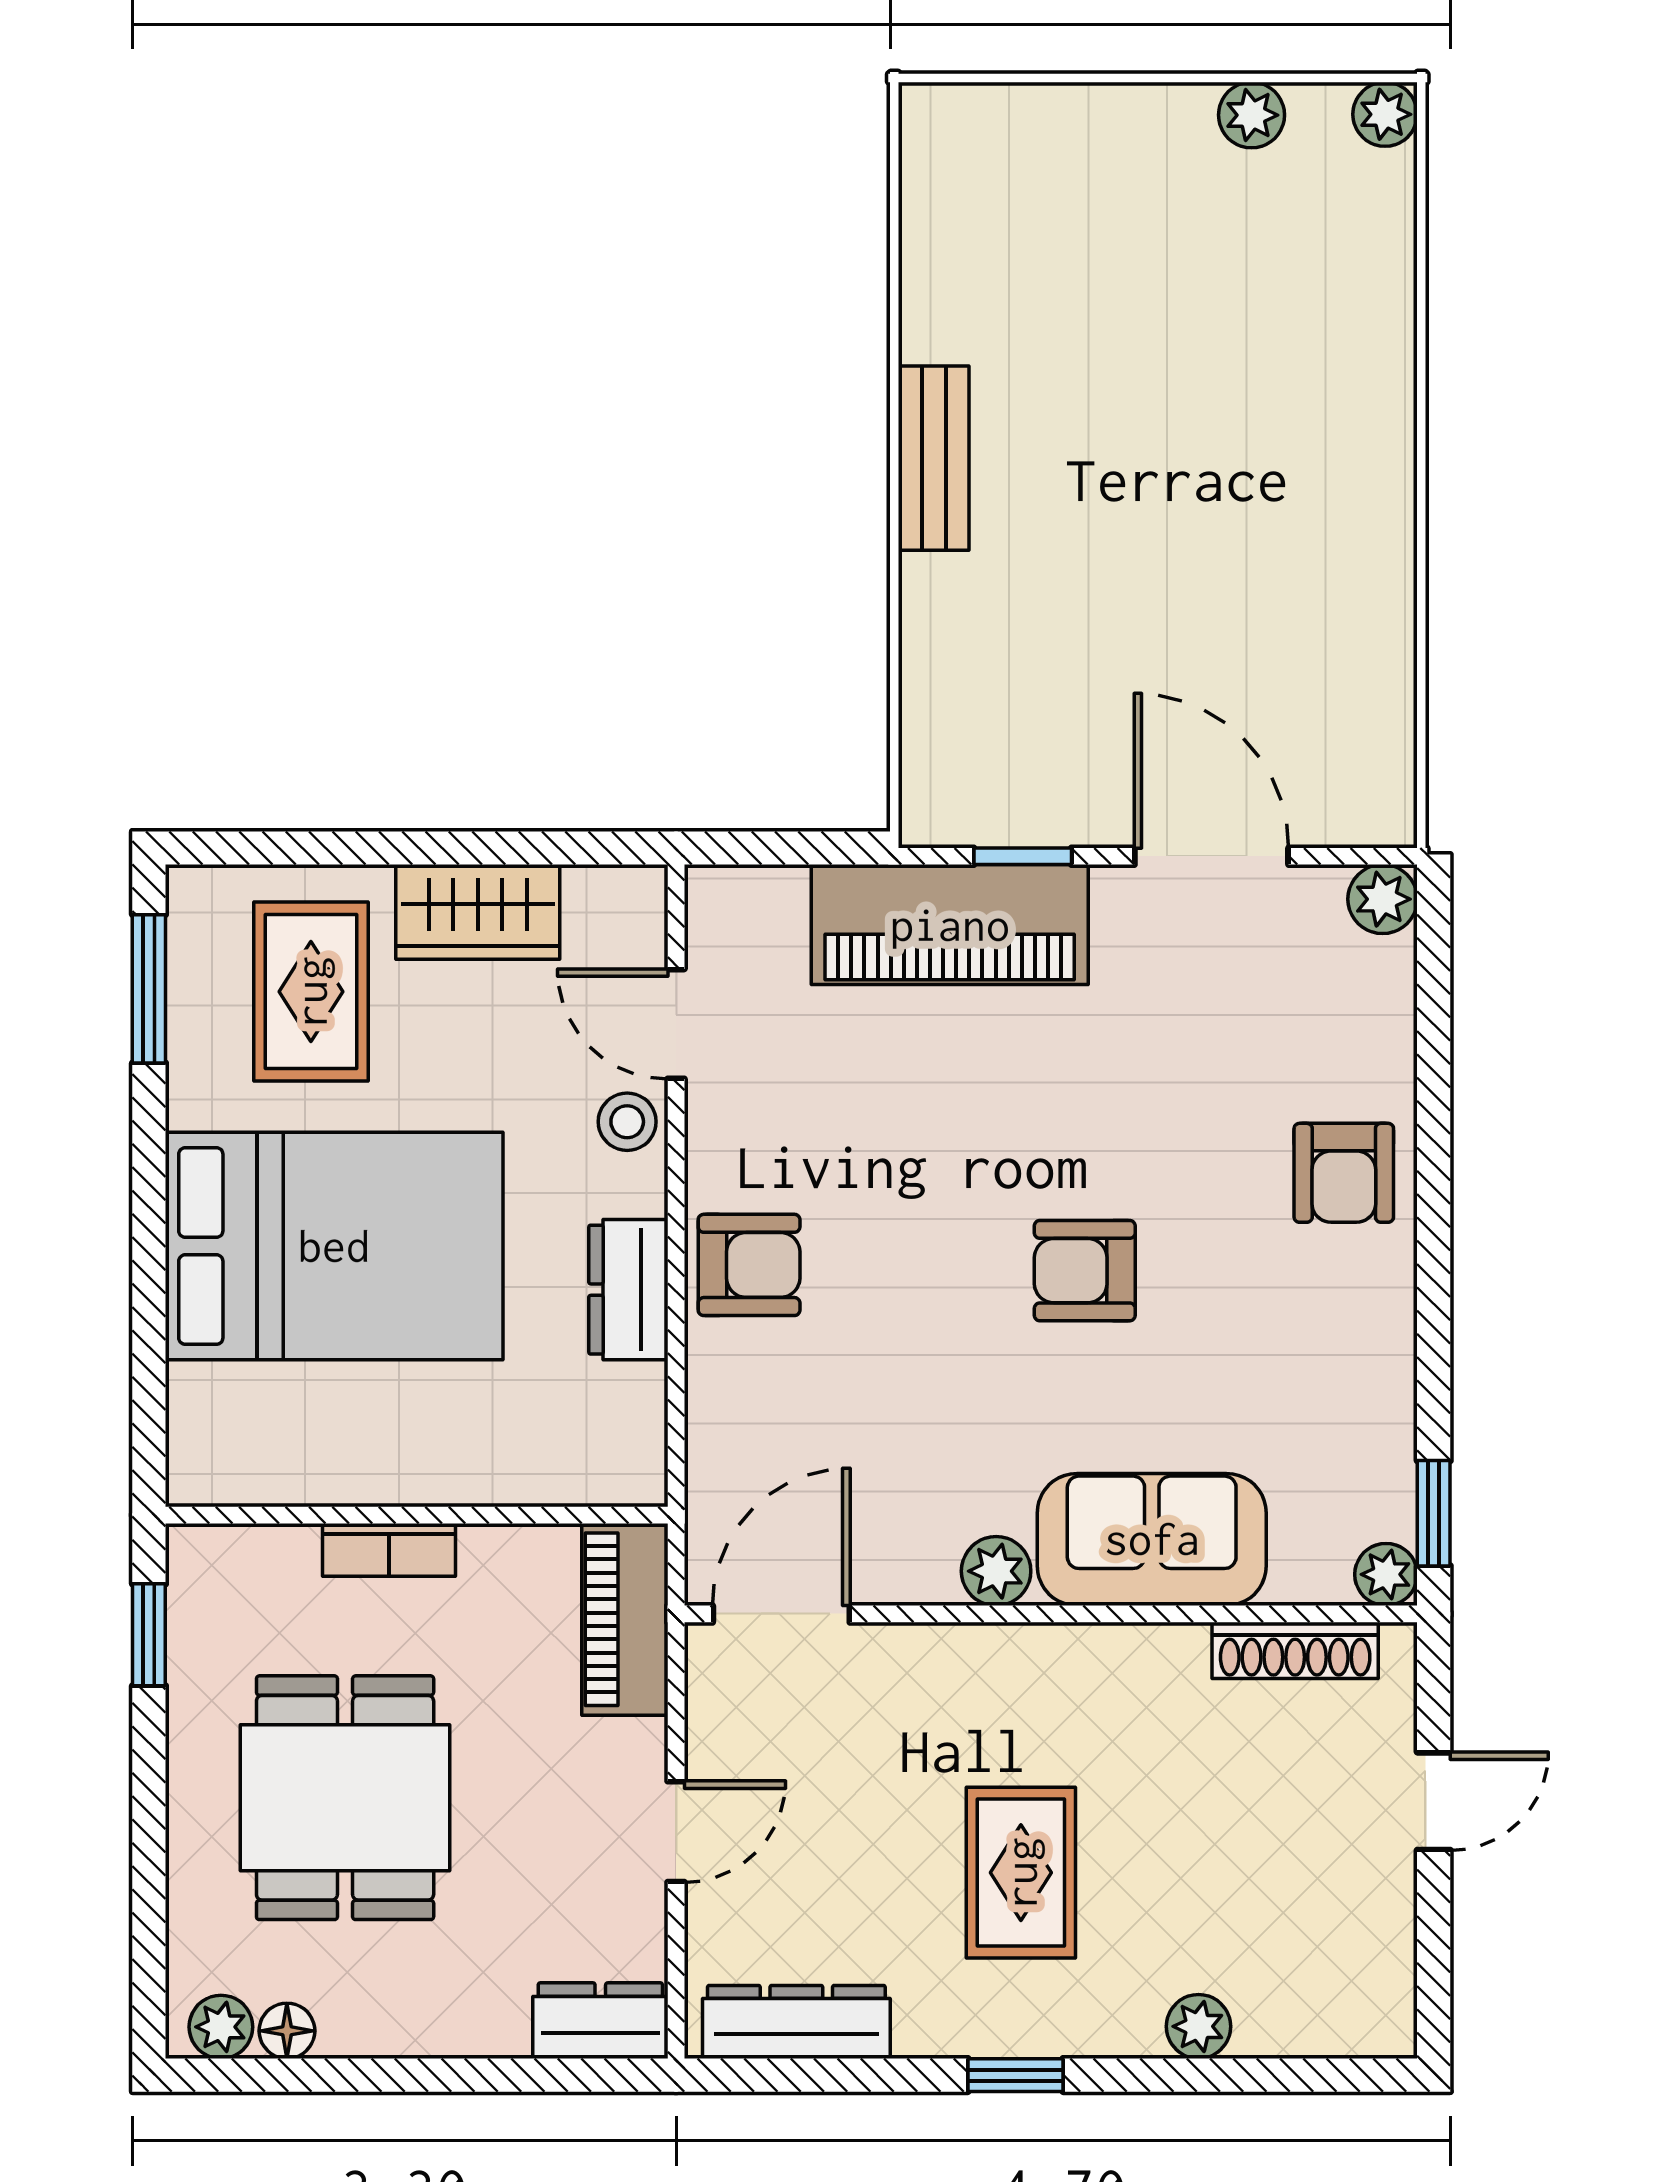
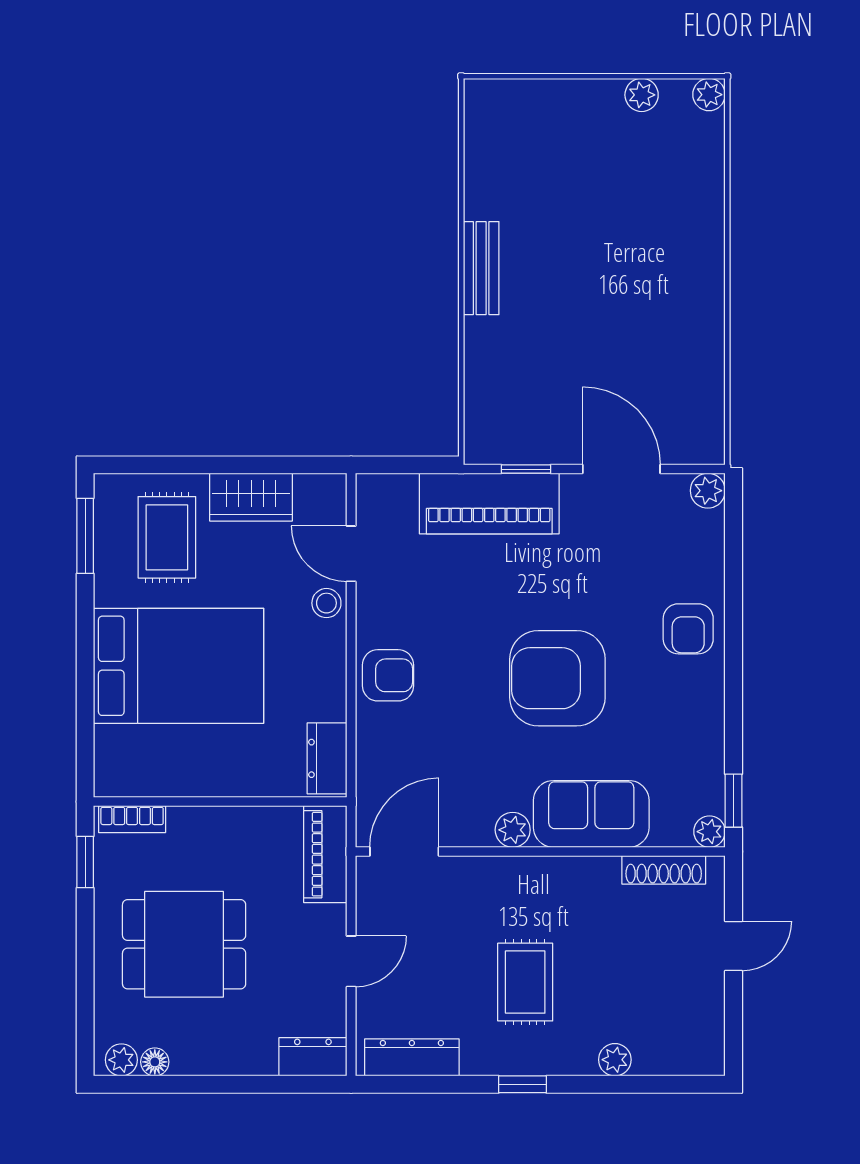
armchair: (1085, 1271) -> (557, 678), width x1.88, depth x1.88
dresser: (628, 1290) -> (327, 758), moved
bookcase: (389, 1550) -> (132, 819), moved
dining table: (345, 1798) -> (184, 944), turned 90

